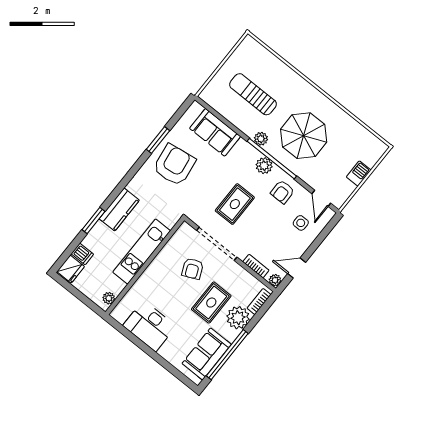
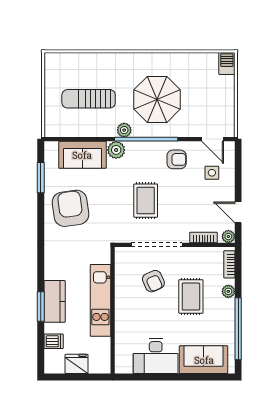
window: (158, 140) -> (41, 178), moved
plant: (264, 166) -> (116, 150), moved
barbecue: (359, 173) -> (227, 63), moved
armchair: (282, 192) -> (177, 159), turned -90
kitchen counter: (119, 209) -> (55, 301), moved
door: (297, 268) -> (238, 212), hinge flipped
fridge: (71, 269) -> (77, 364), moved, turned -90
plant: (109, 298) -> (104, 360), removed
plant: (238, 318) -> (228, 291), width x0.53, depth x0.53
sofa: (207, 354) -> (204, 360), moved, turned 90

